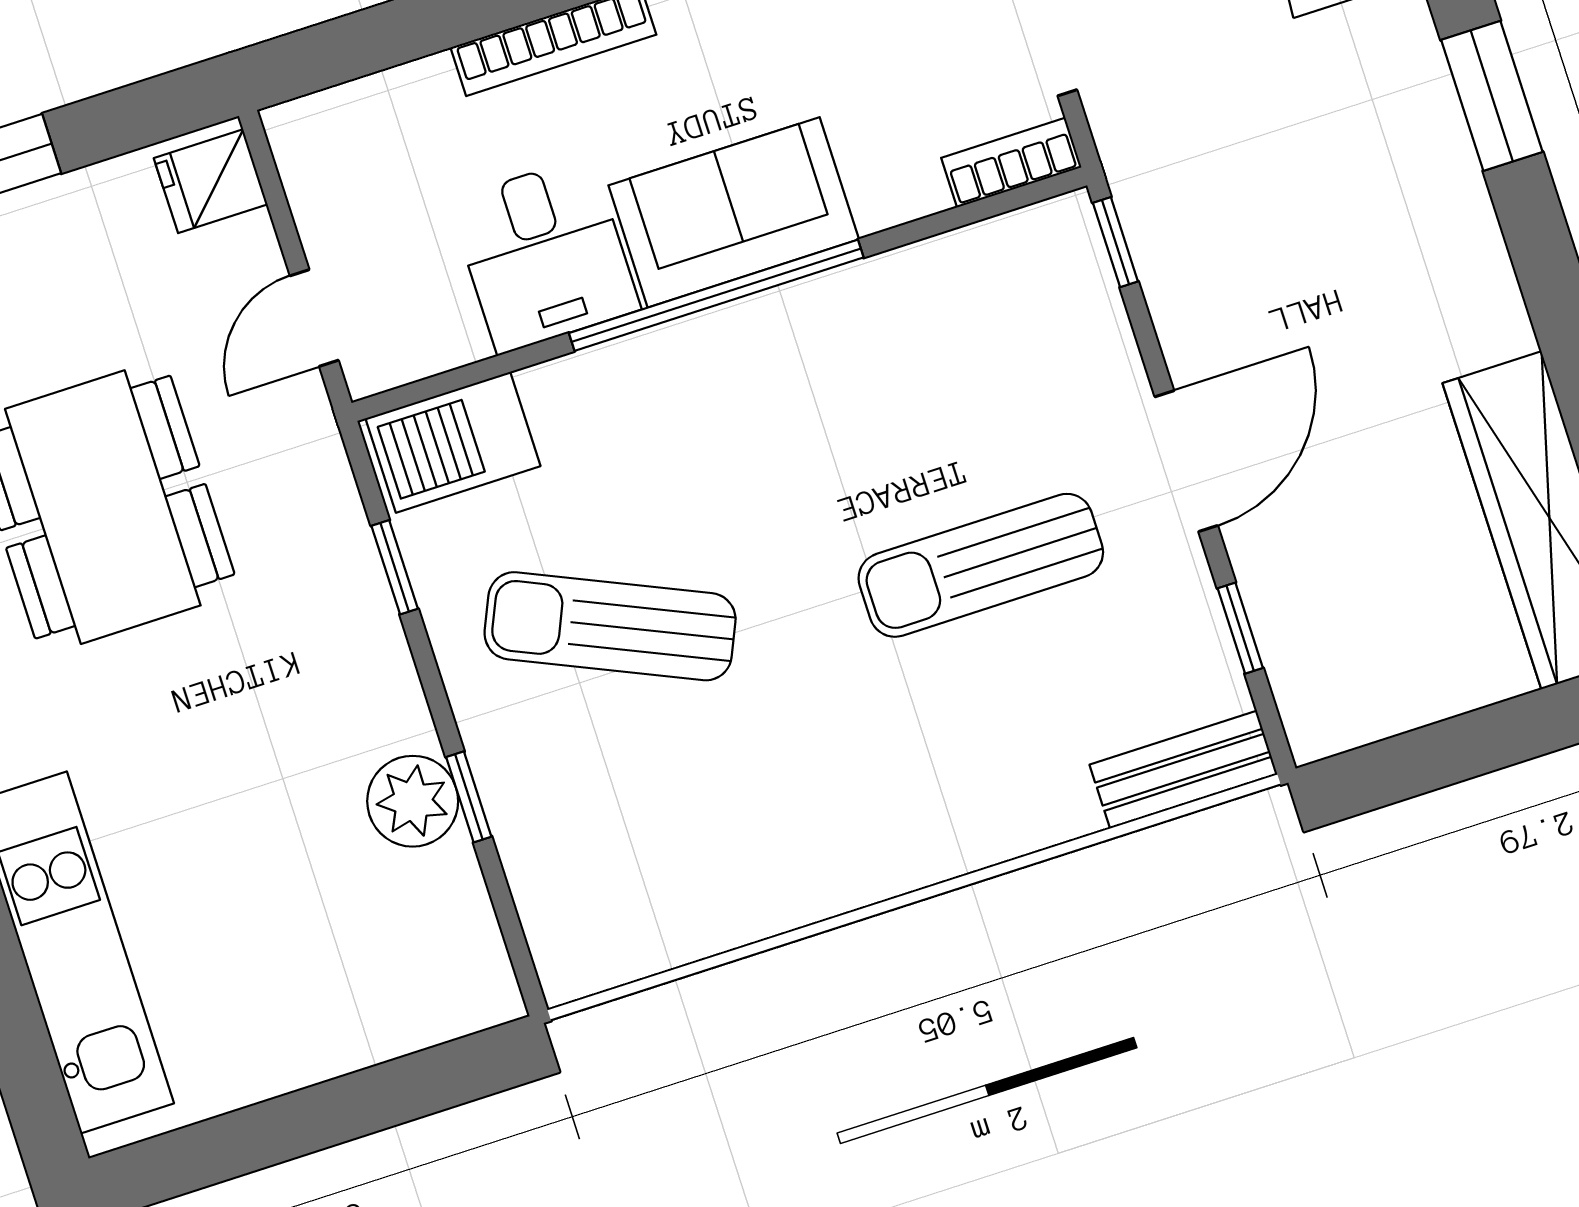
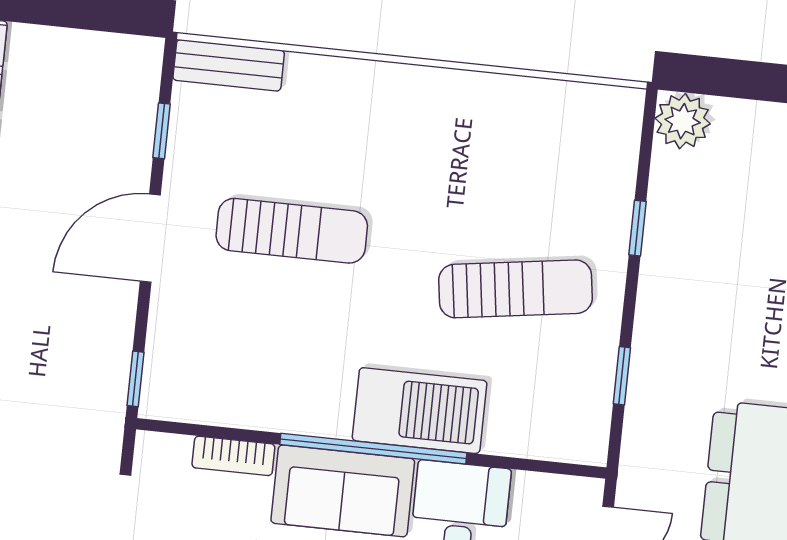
bookcase: (1011, 163) -> (233, 456), moved
barbecue: (453, 442) -> (420, 411), moved, width x1.37, depth x1.21
sun lounger: (610, 626) -> (515, 289), turned -32
plant: (413, 801) -> (683, 121), moved

